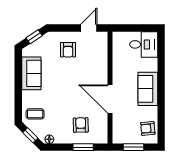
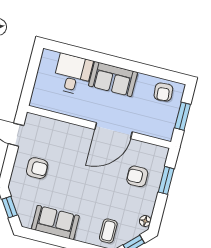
desk: (144, 44) -> (73, 74), moved

